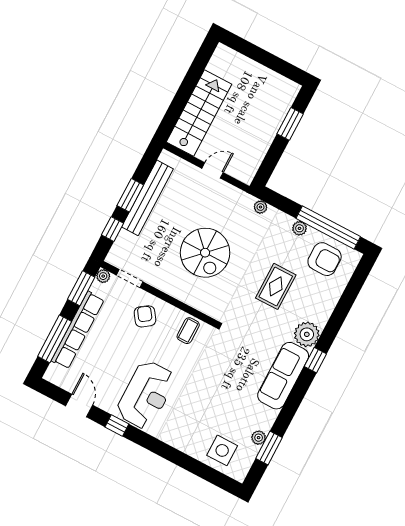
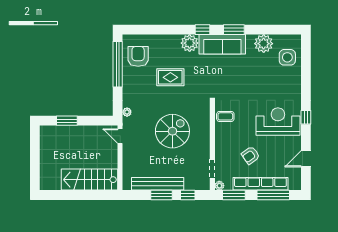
door: (213, 170) -> (120, 136), moved
plant: (299, 228) -> (127, 82), removed
armchair: (145, 316) -> (251, 155), moved
window: (117, 425) -> (306, 117), moved
plant: (259, 438) -> (264, 44), width x1.87, depth x1.87
window: (269, 448) -> (234, 30), moved

